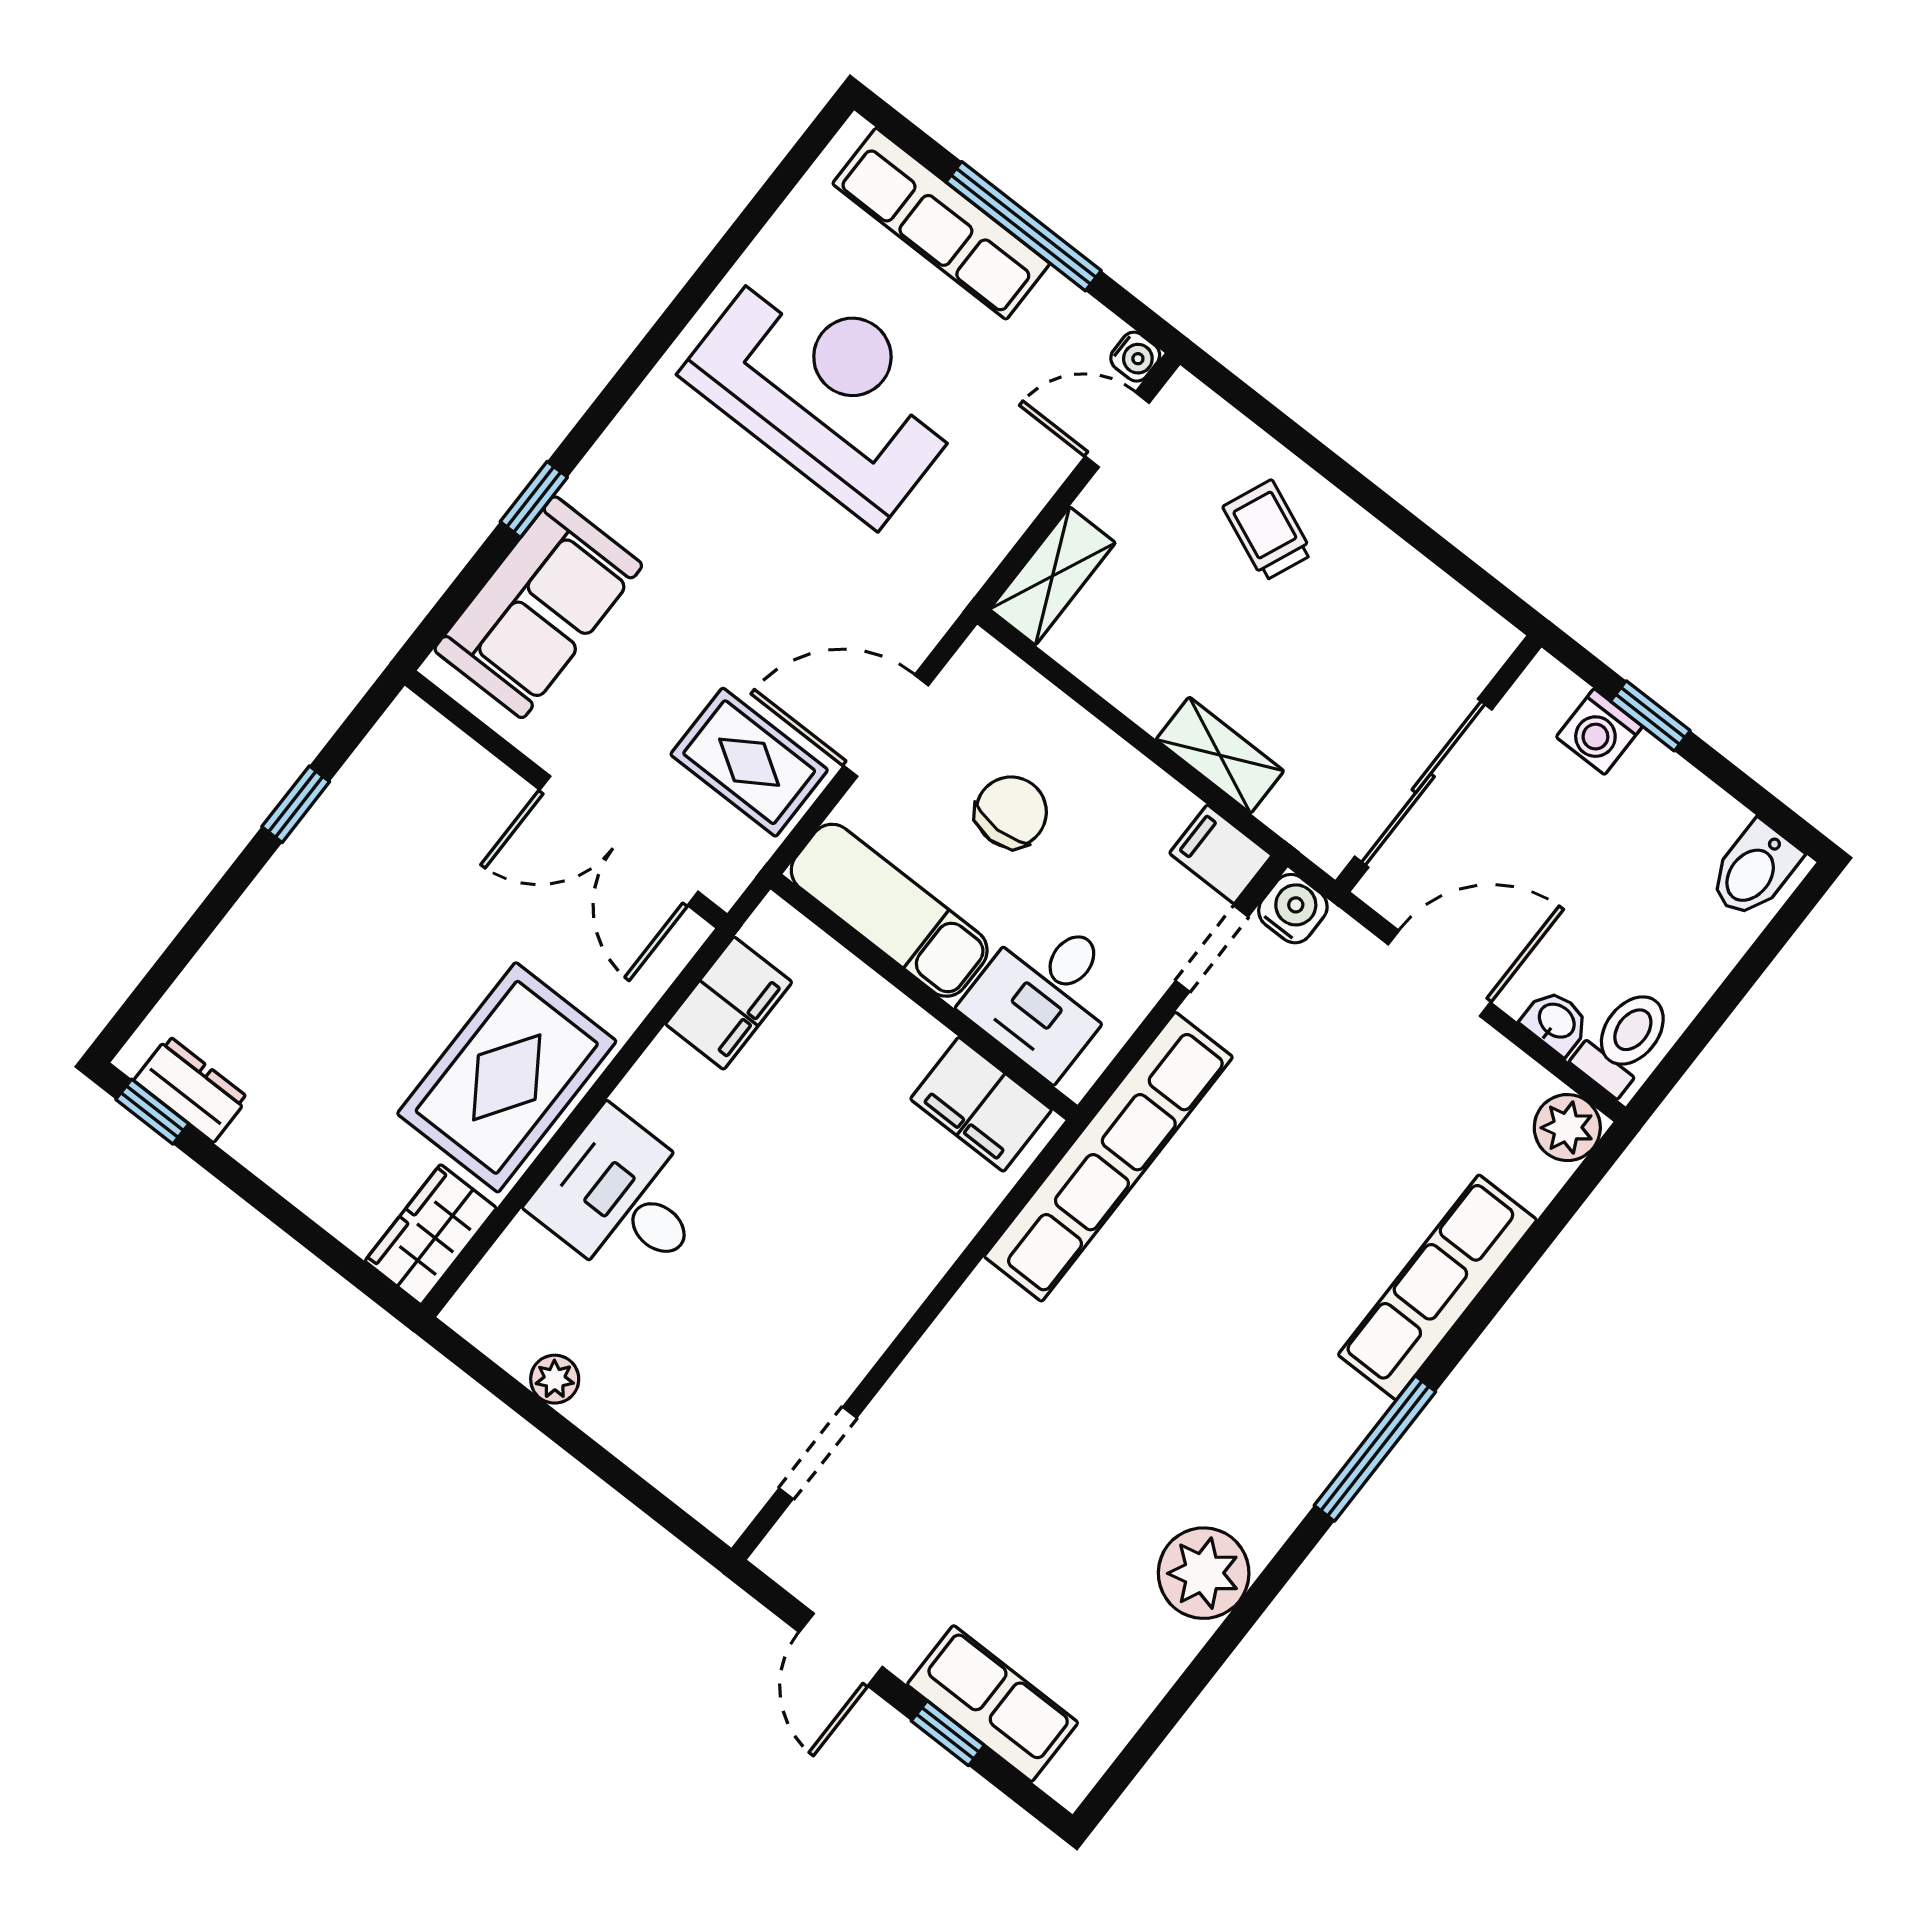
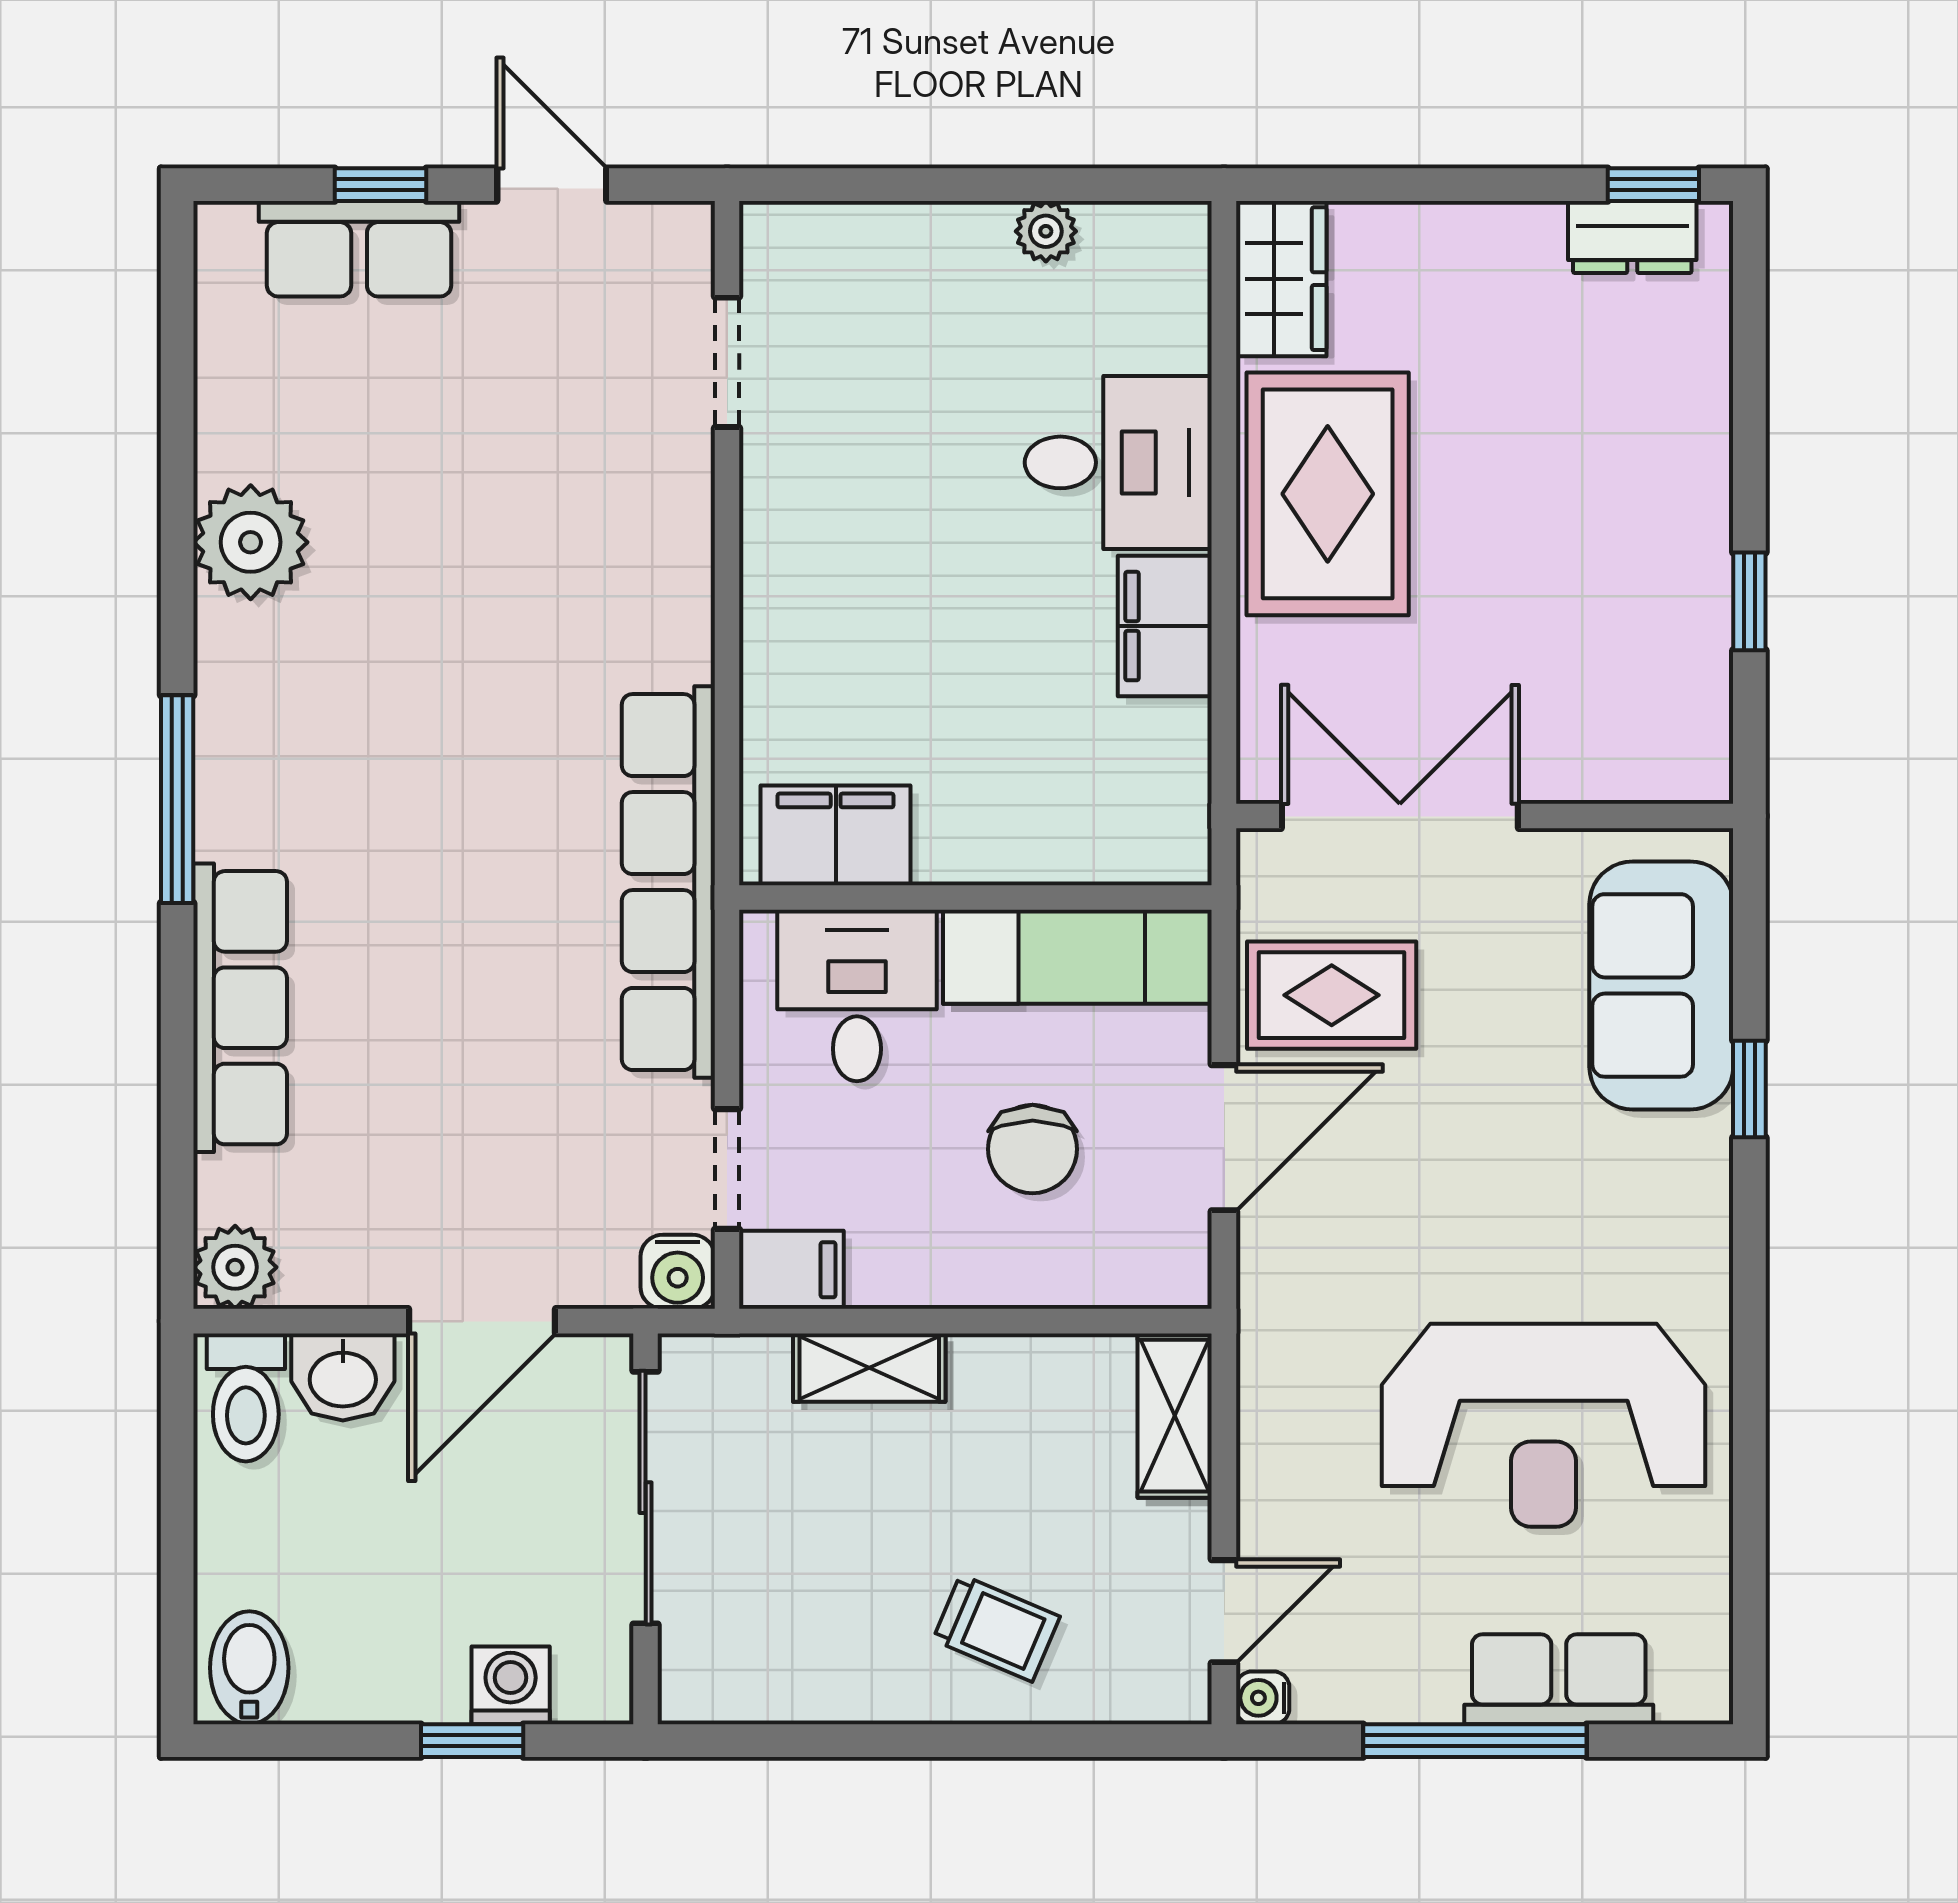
row of seats: (941, 224) -> (1559, 1679), width x0.68
filing cabinet: (729, 1003) -> (1165, 626), moved
washbasin: (1556, 1022) -> (343, 1377), width x1.38, depth x1.45

